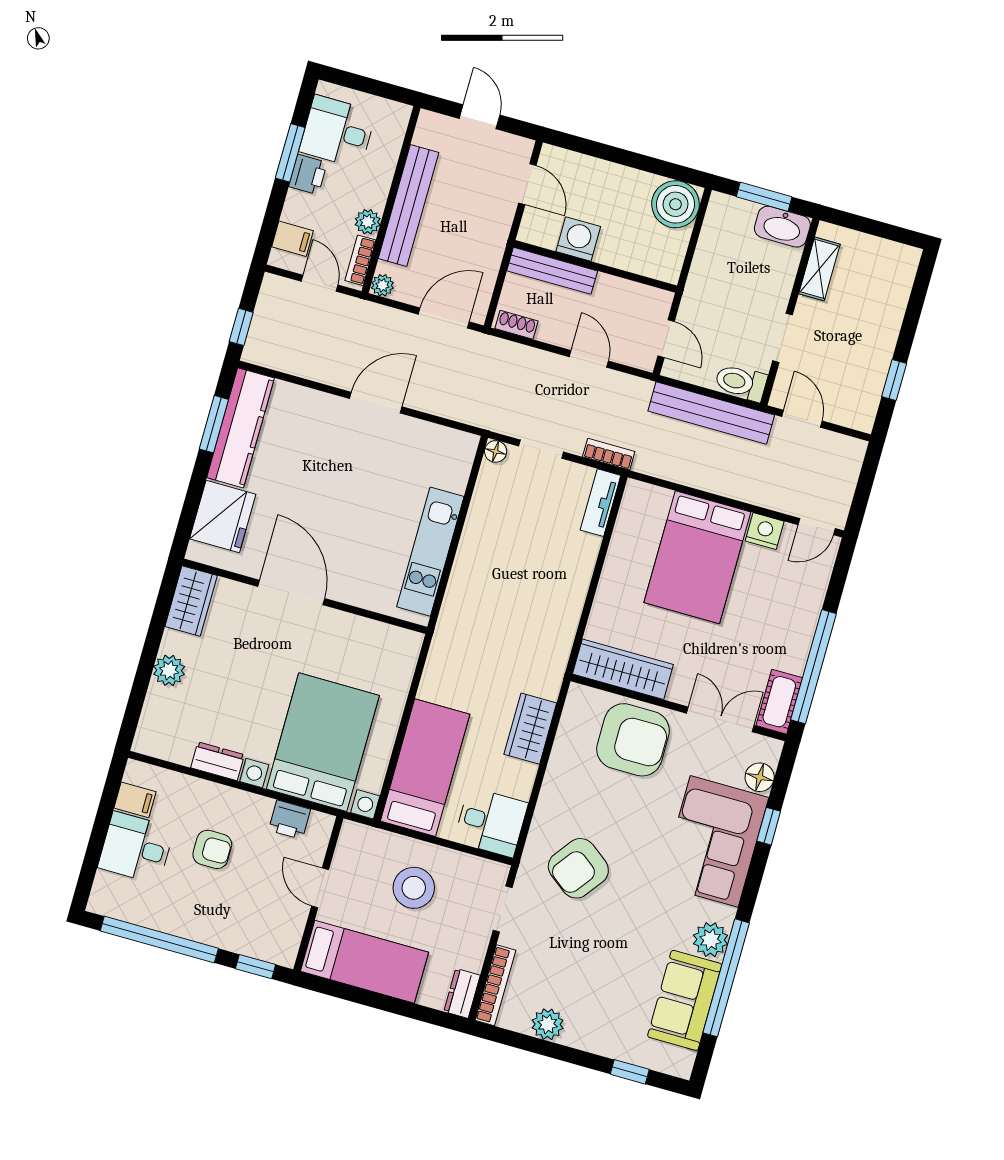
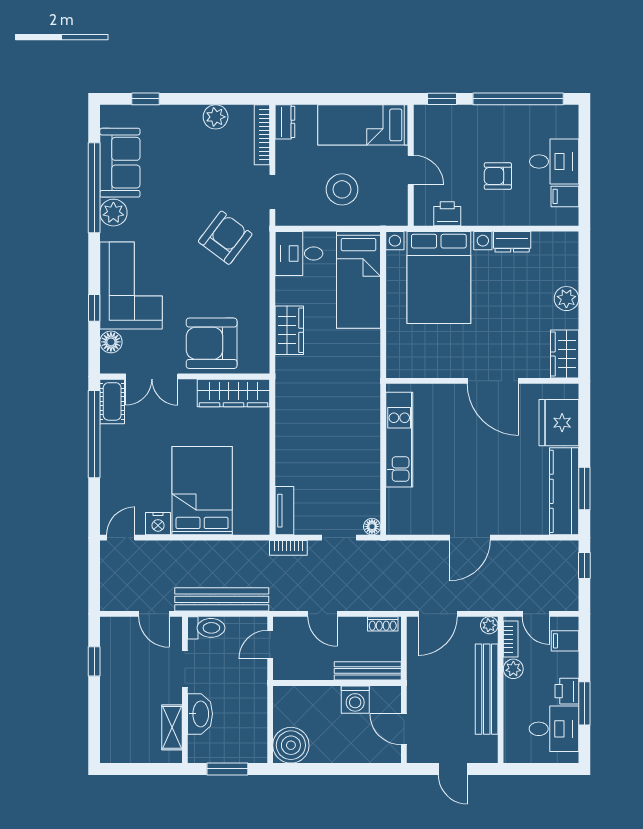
washbasin: (782, 227) -> (200, 714), moved, turned 90
door: (666, 339) -> (270, 645), hinge flipped

